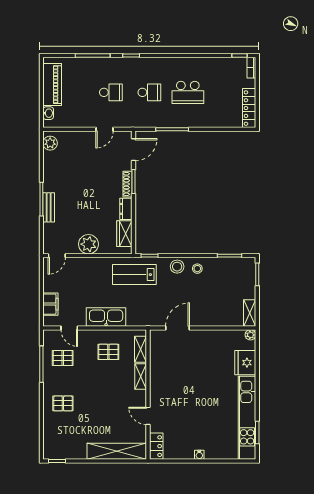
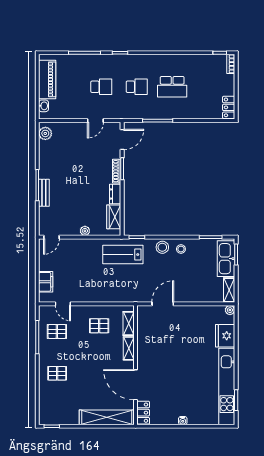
locker: (249, 108) -> (229, 107), width x0.66
plant: (88, 244) -> (85, 231), width x0.53, depth x0.53
kitchen sink: (106, 317) -> (226, 259), moved, turned -90
door: (148, 416) -> (136, 385), width x1.87

